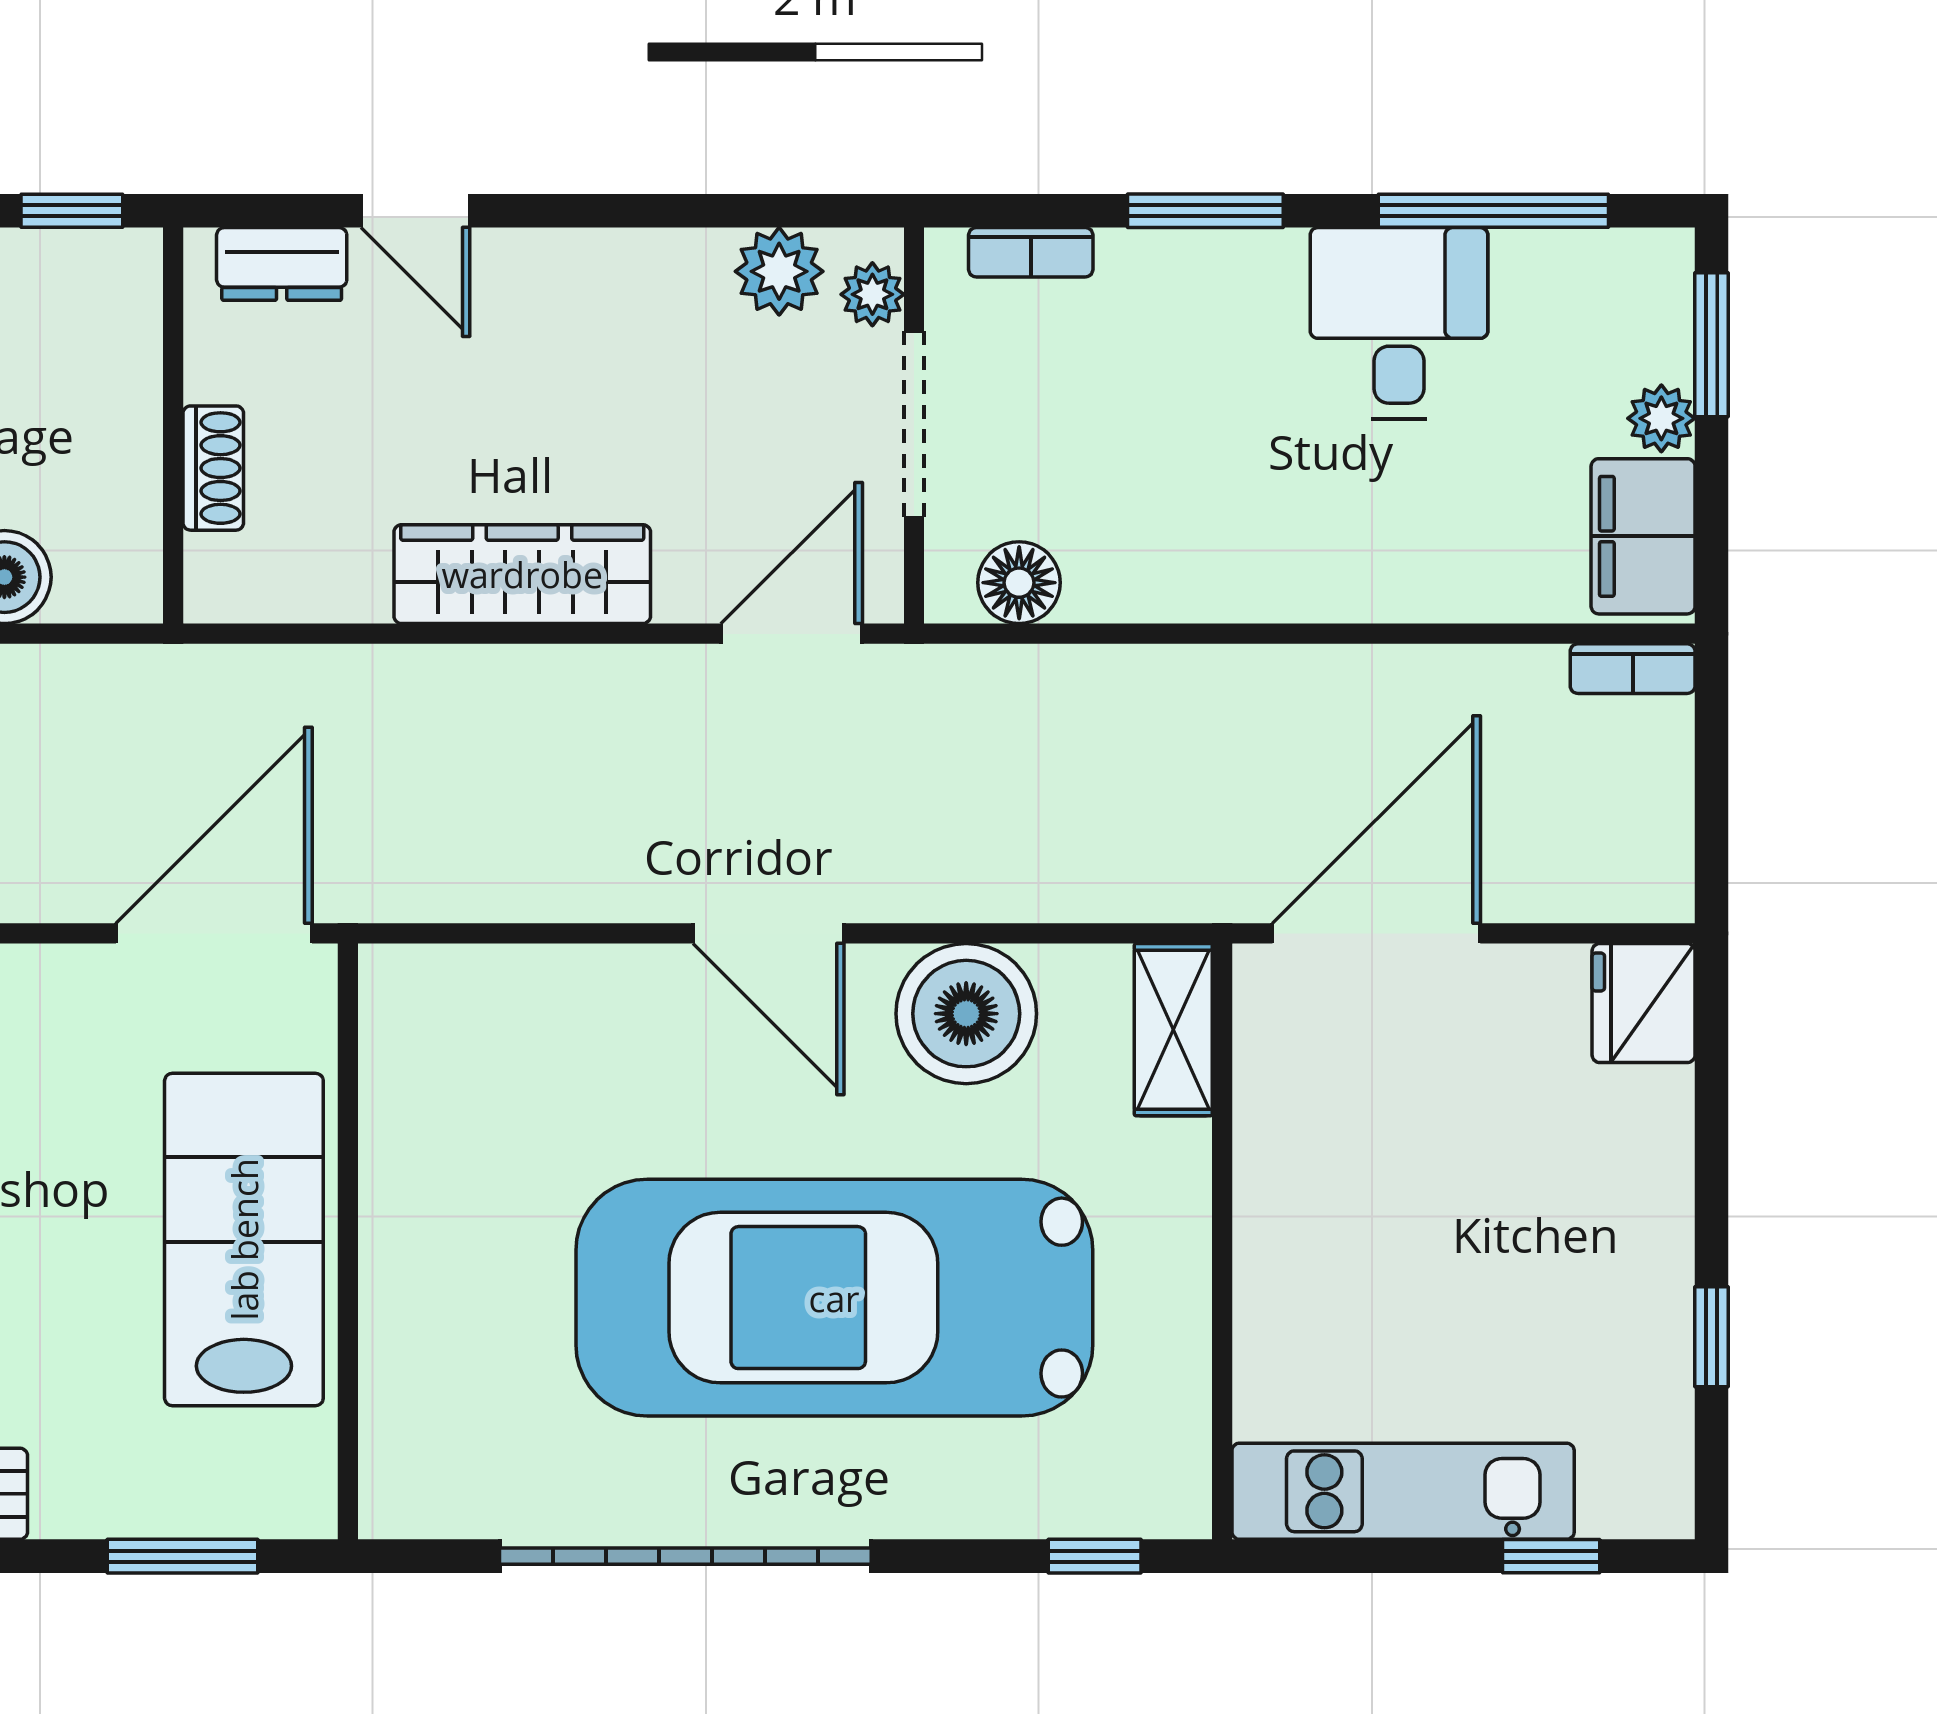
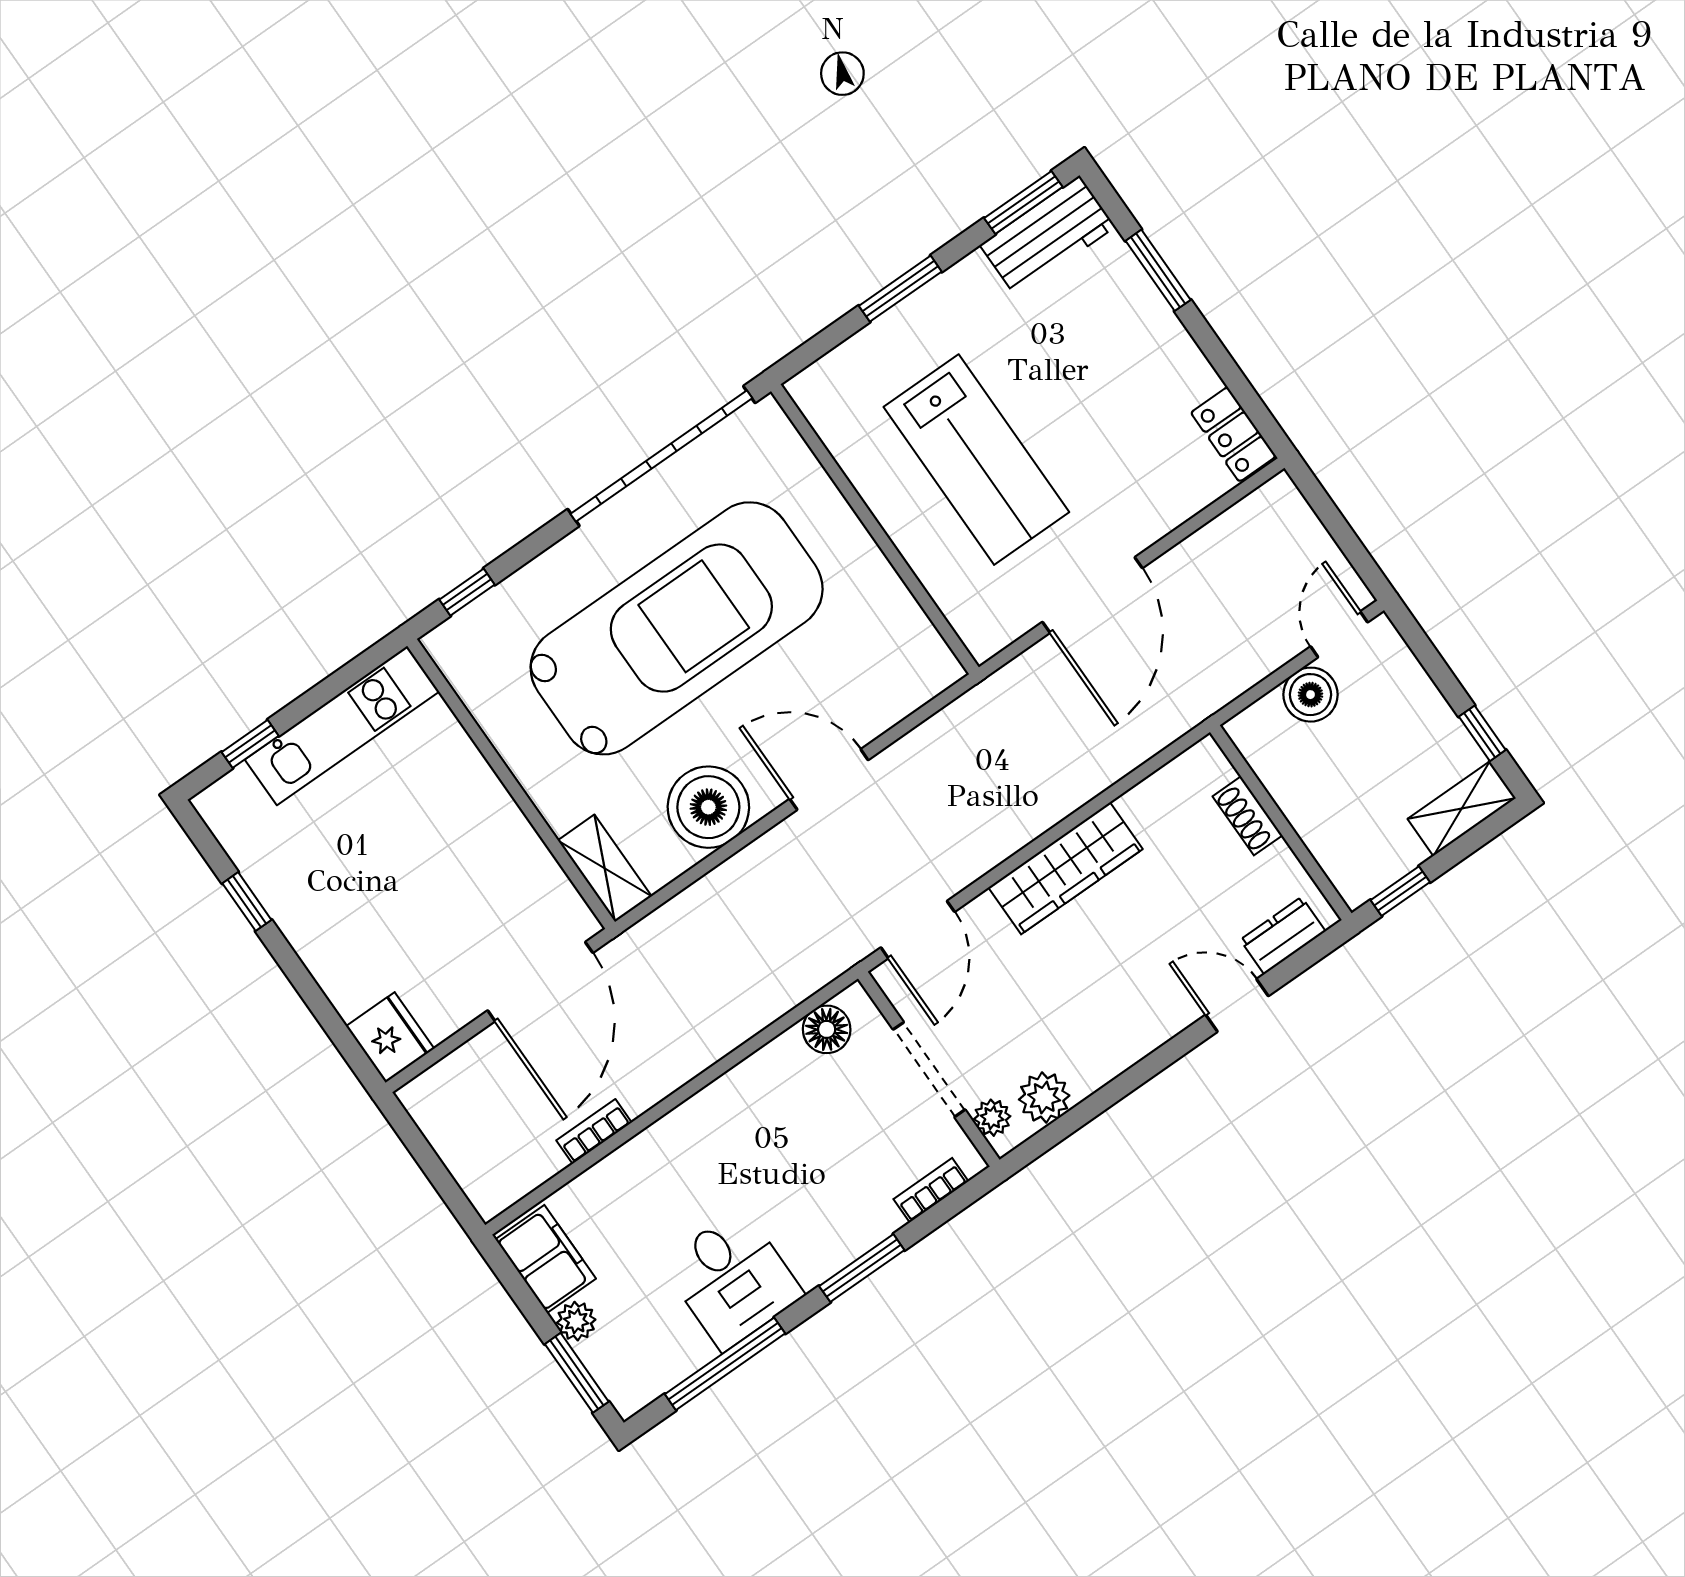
bookcase: (1633, 669) -> (594, 1131), moved
wall: (348, 1241) -> (875, 529), moved

